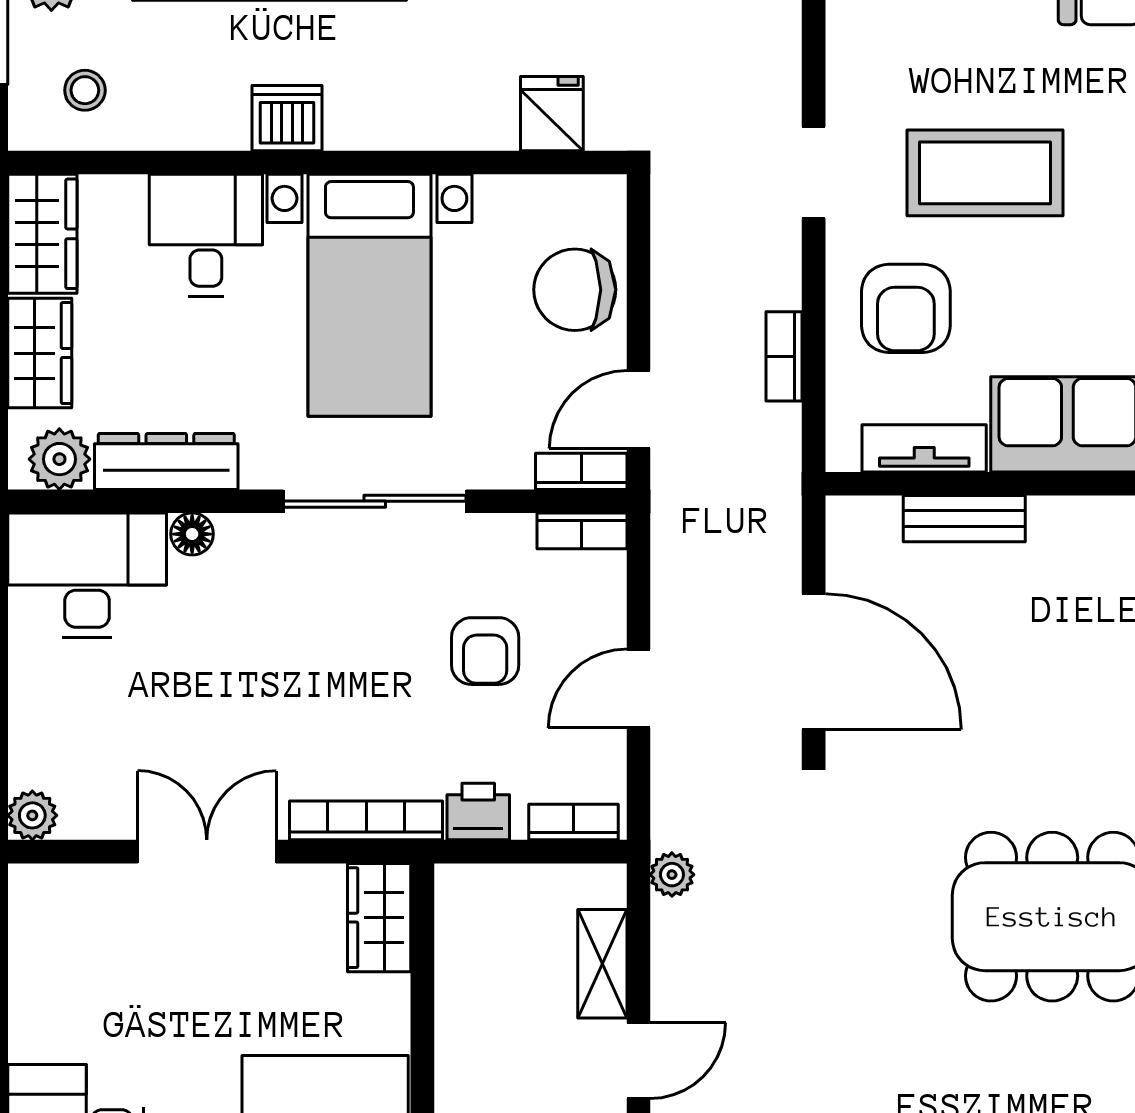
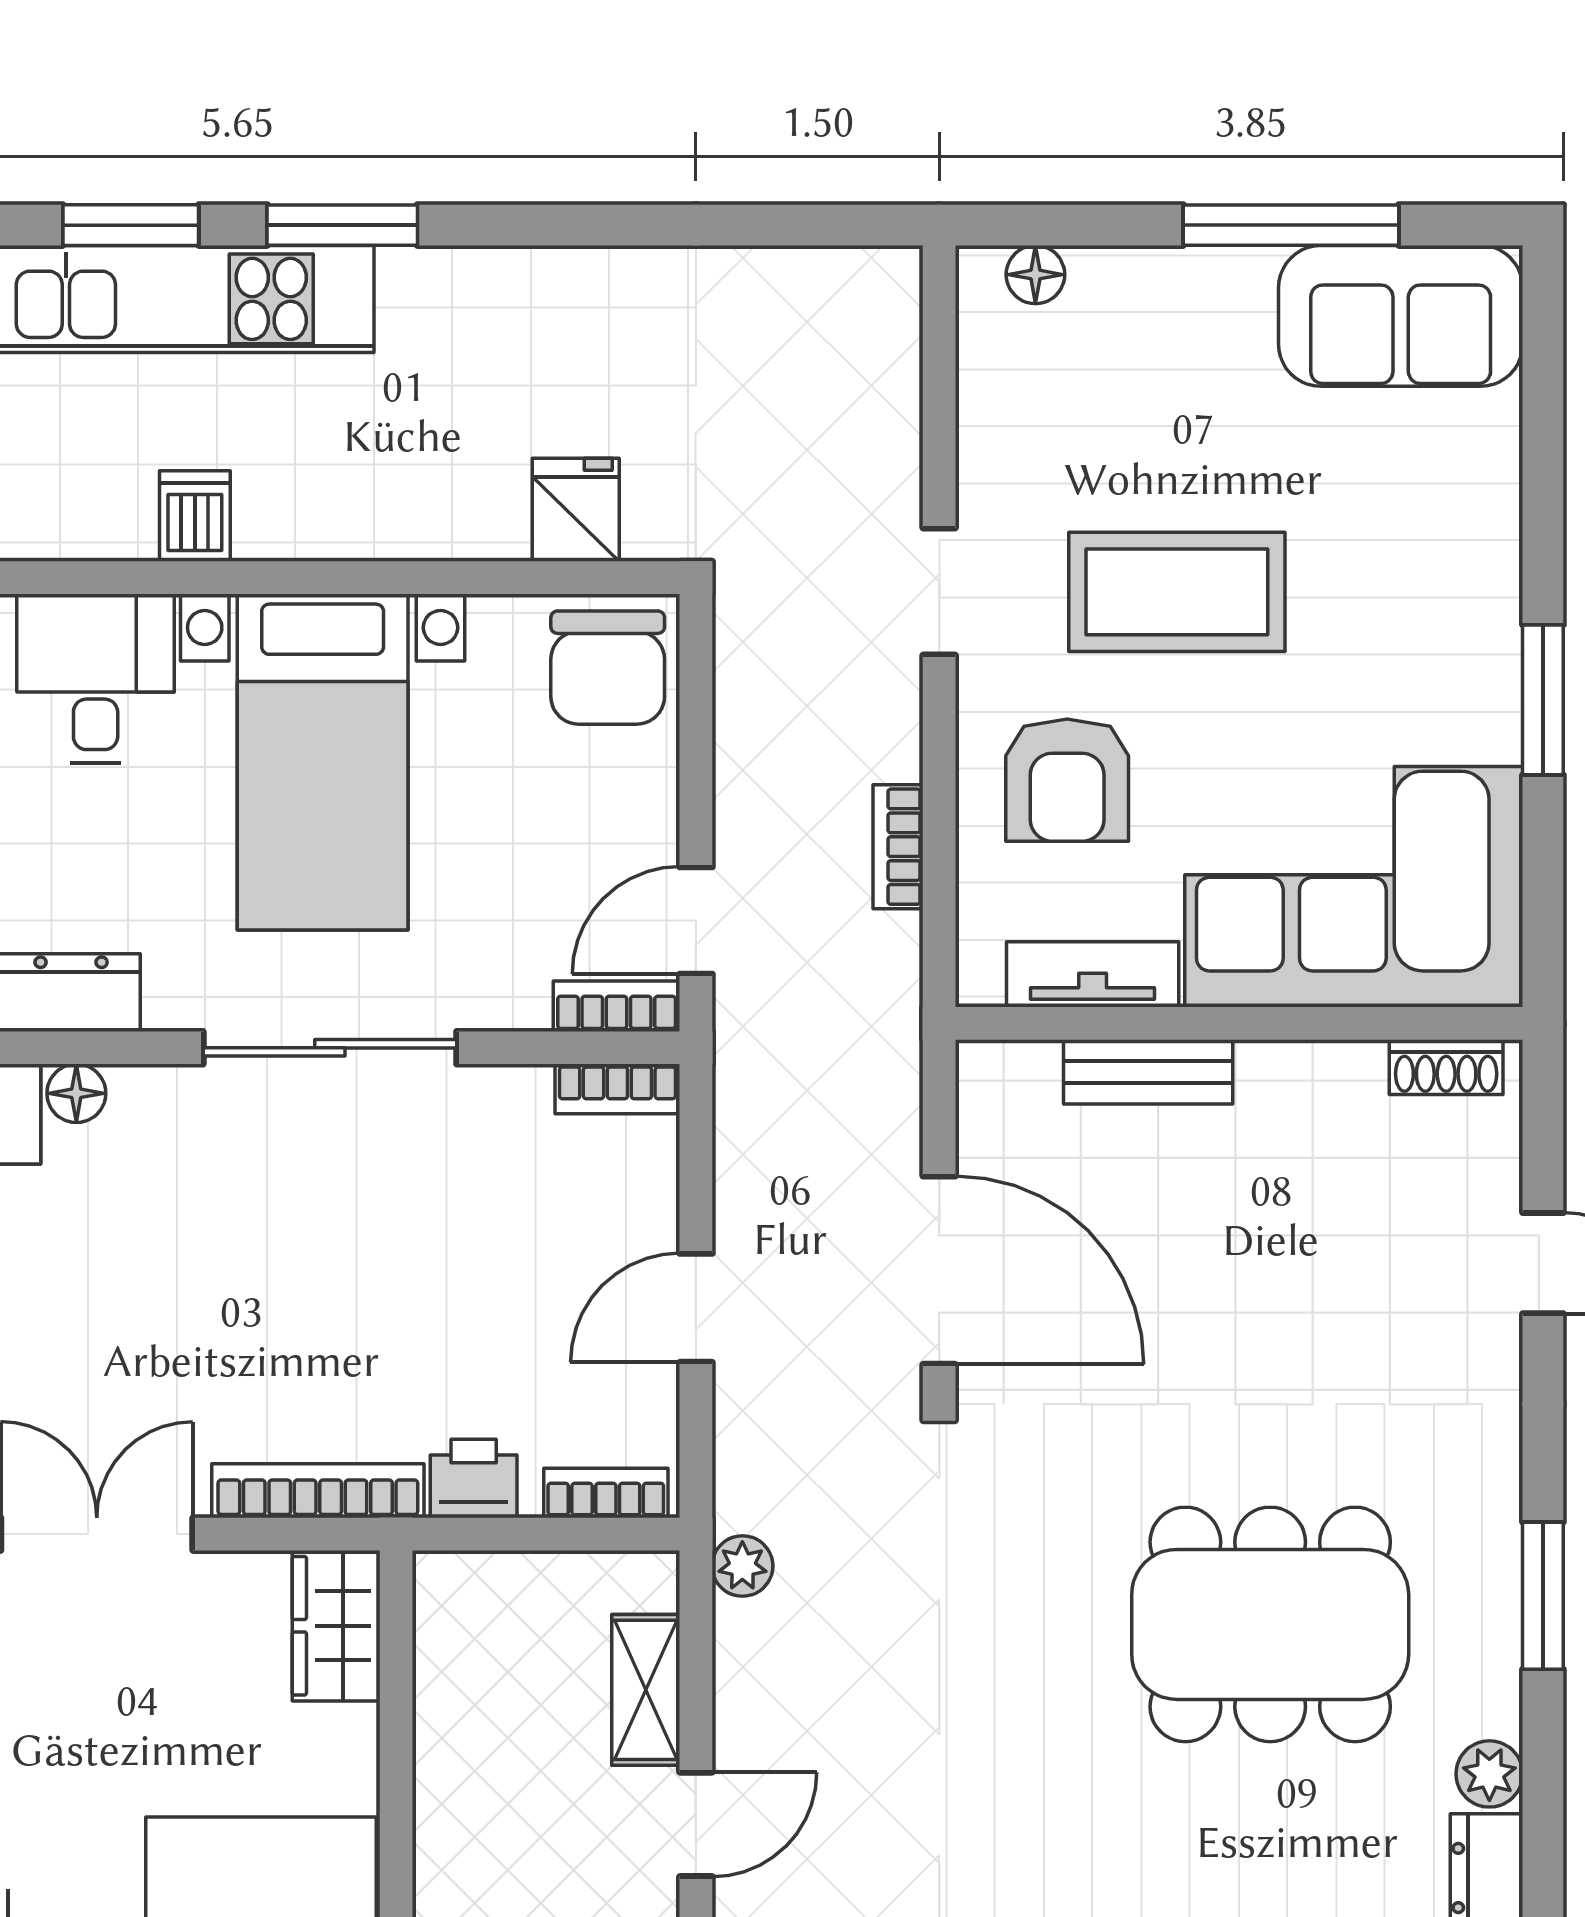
dishwasher: (287, 118) -> (195, 516), width x0.73
chair: (575, 290) -> (608, 668), moved, turned -90
armchair: (485, 651) -> (483, 1256), removed

